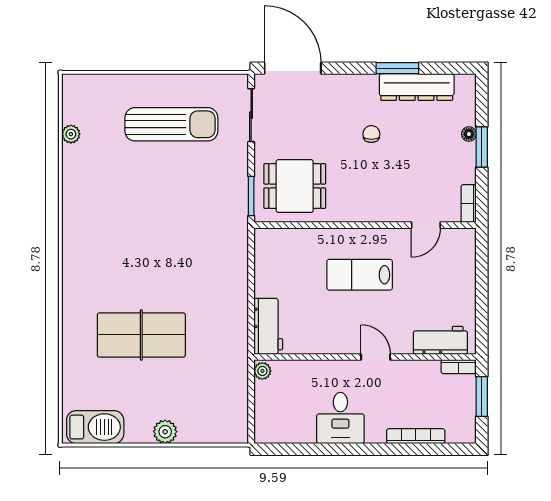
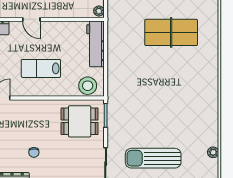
stool: (281, 246) -> (88, 86), added
lab bench: (360, 275) -> (41, 68), turned 180
workbench: (268, 326) -> (95, 44), width x1.38

